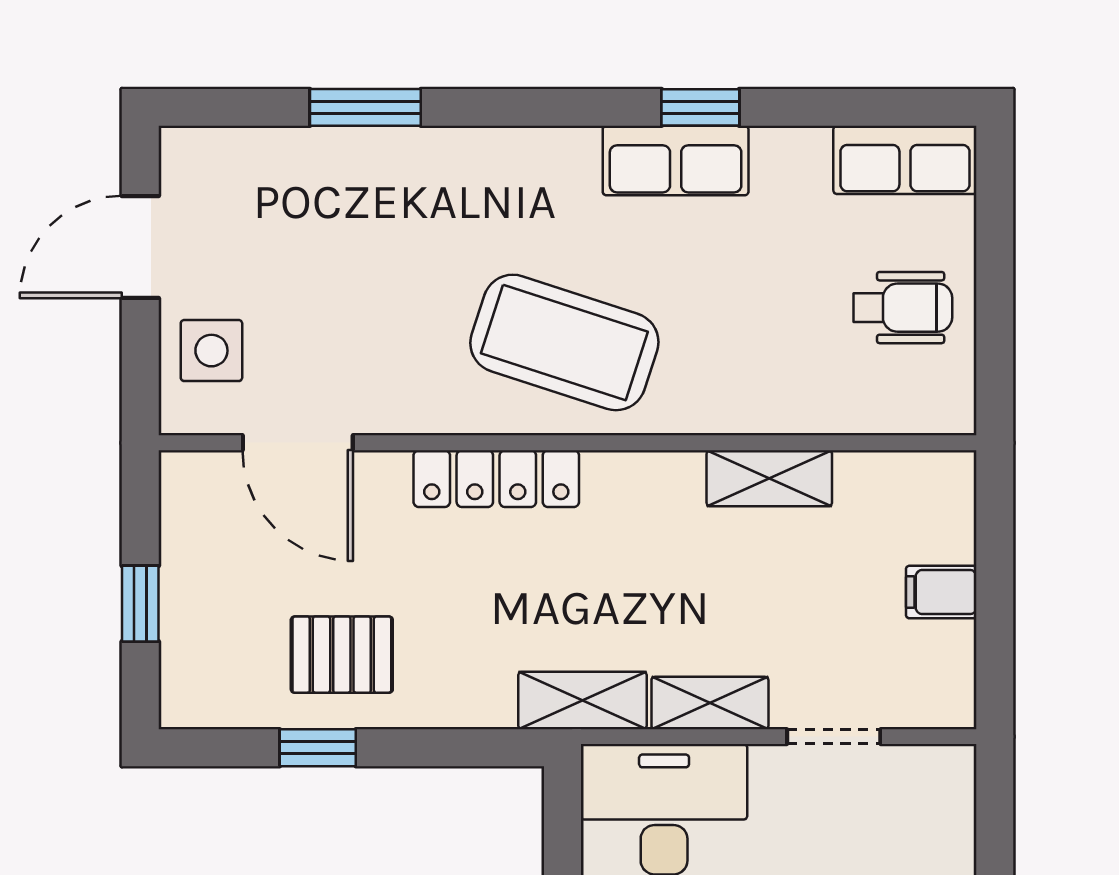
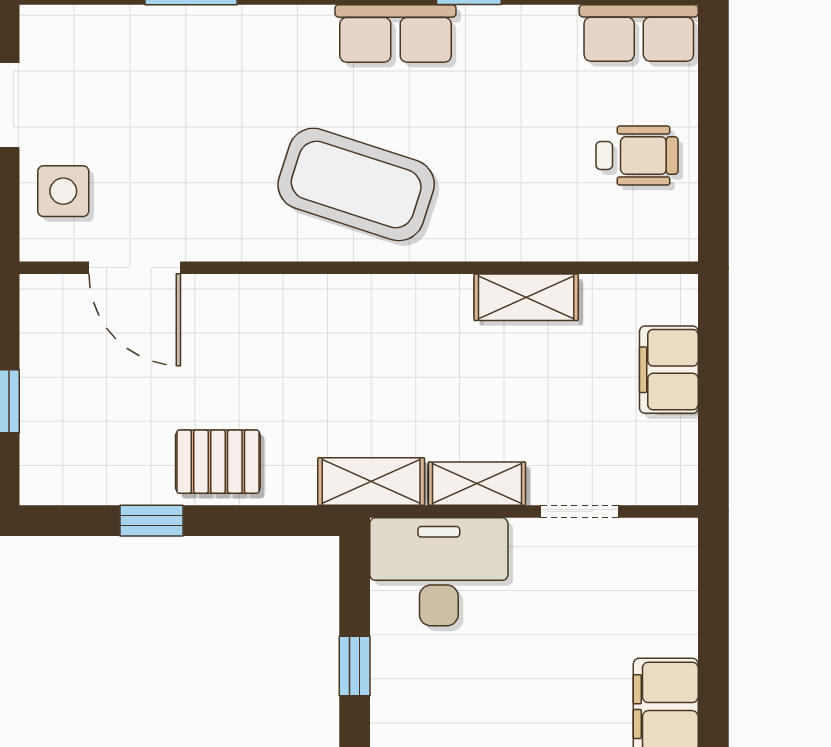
row of seats: (676, 161) -> (396, 33), moved
locker: (496, 479) -> (300, 297), removed
filing cabinet: (941, 592) -> (669, 370), width x2.00
pallet: (342, 655) -> (218, 462), moved

